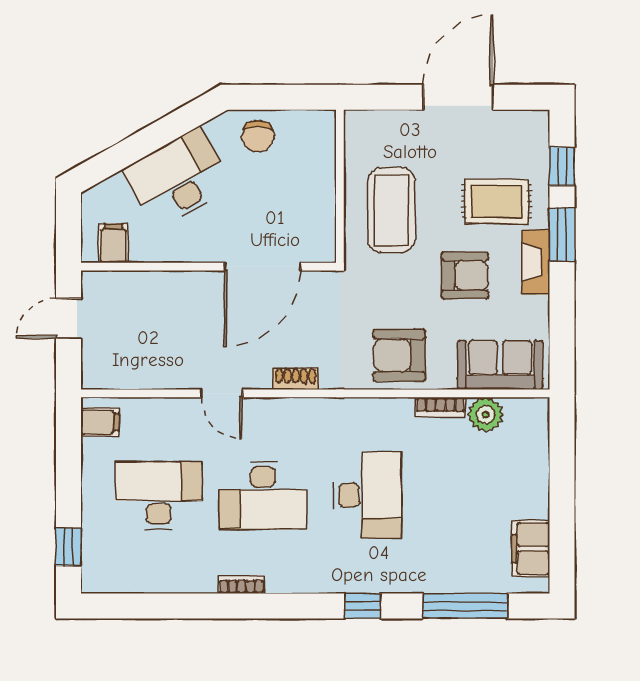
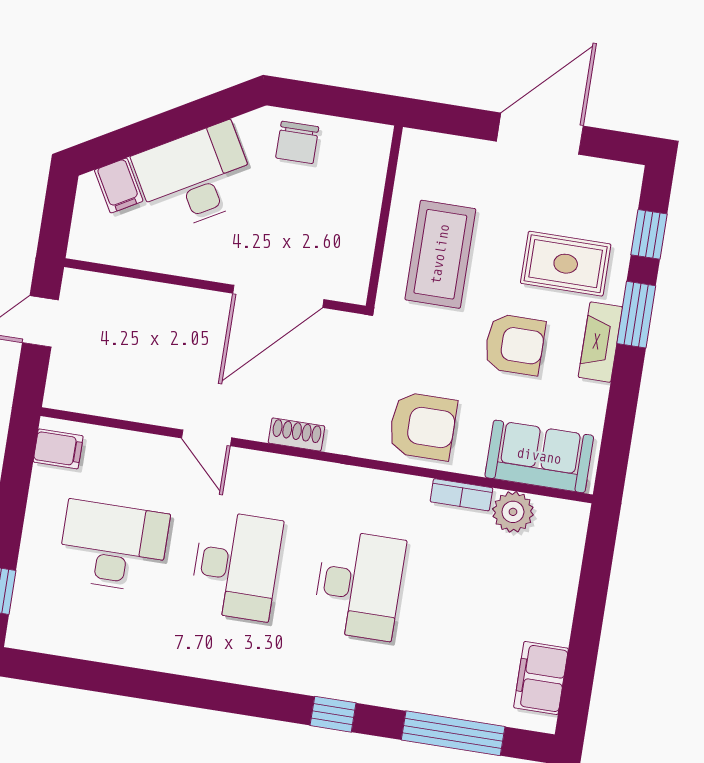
filing cabinet: (113, 243) -> (119, 186), moved, turned 150
armchair: (399, 355) -> (423, 426), turned 180
desk: (263, 495) -> (236, 566), turned -90
bookcase: (242, 584) -> (194, 666), removed

